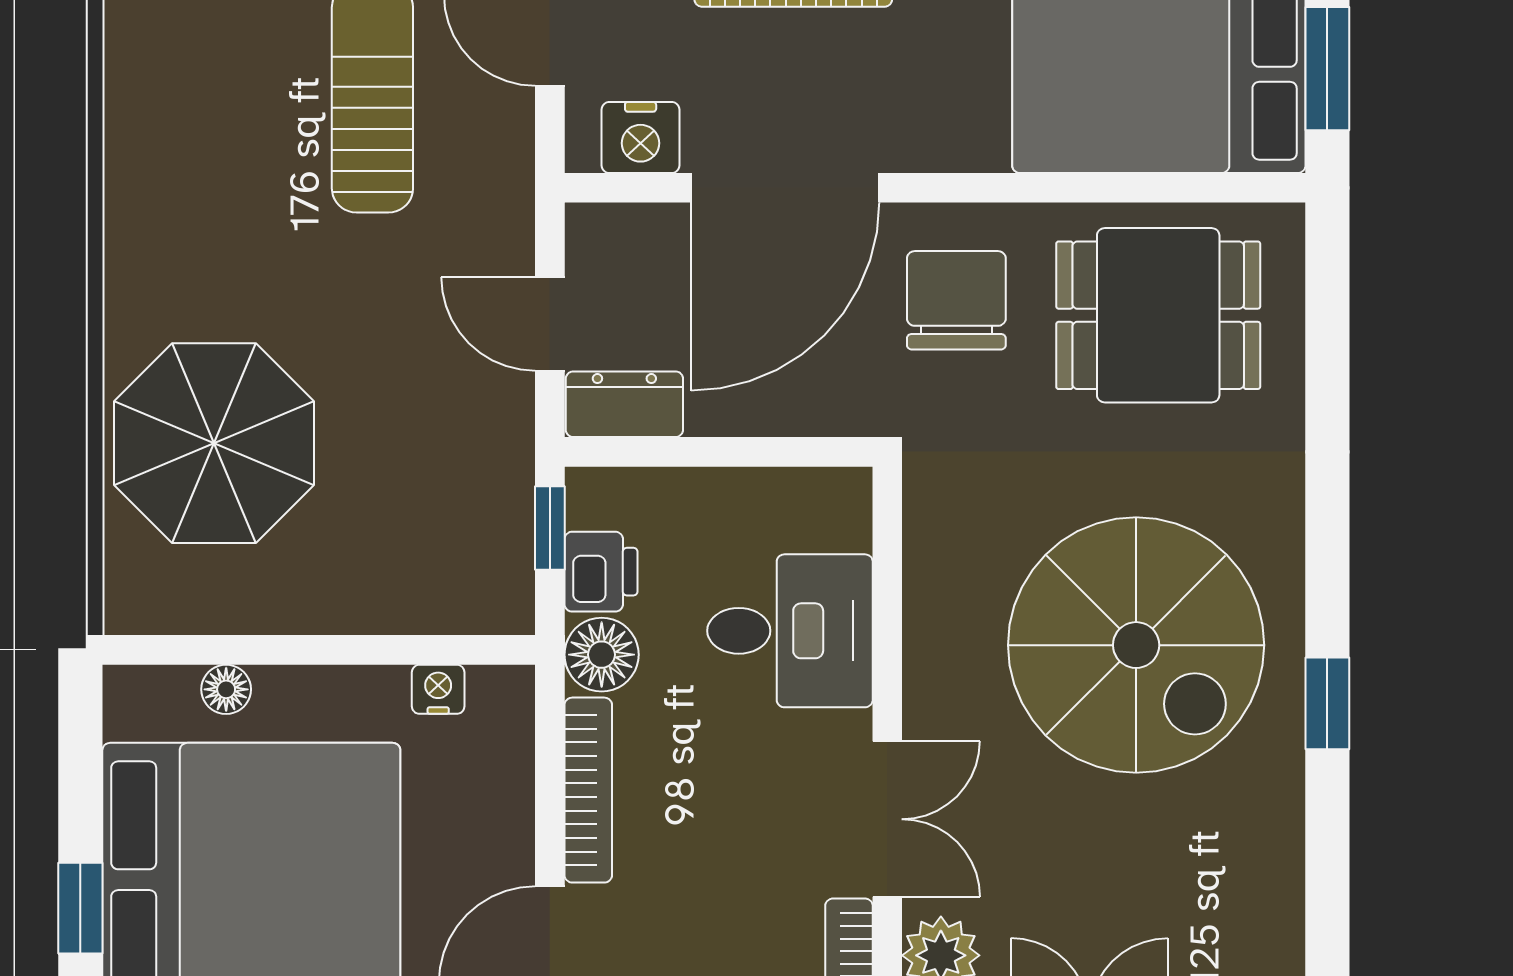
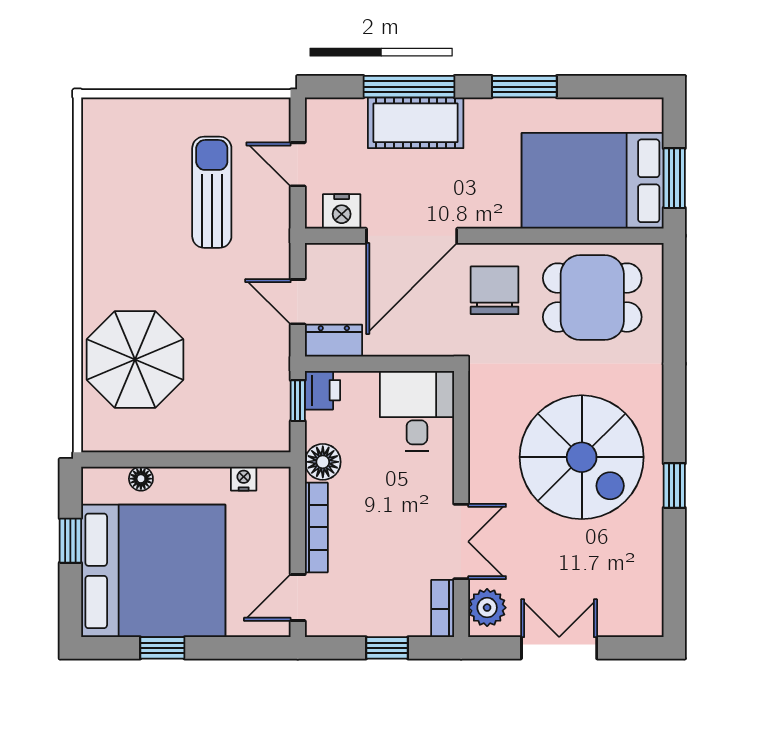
printer: (601, 572) -> (322, 390), moved
desk: (790, 631) -> (417, 411), moved, turned -90
window: (80, 908) -> (70, 541), moved

